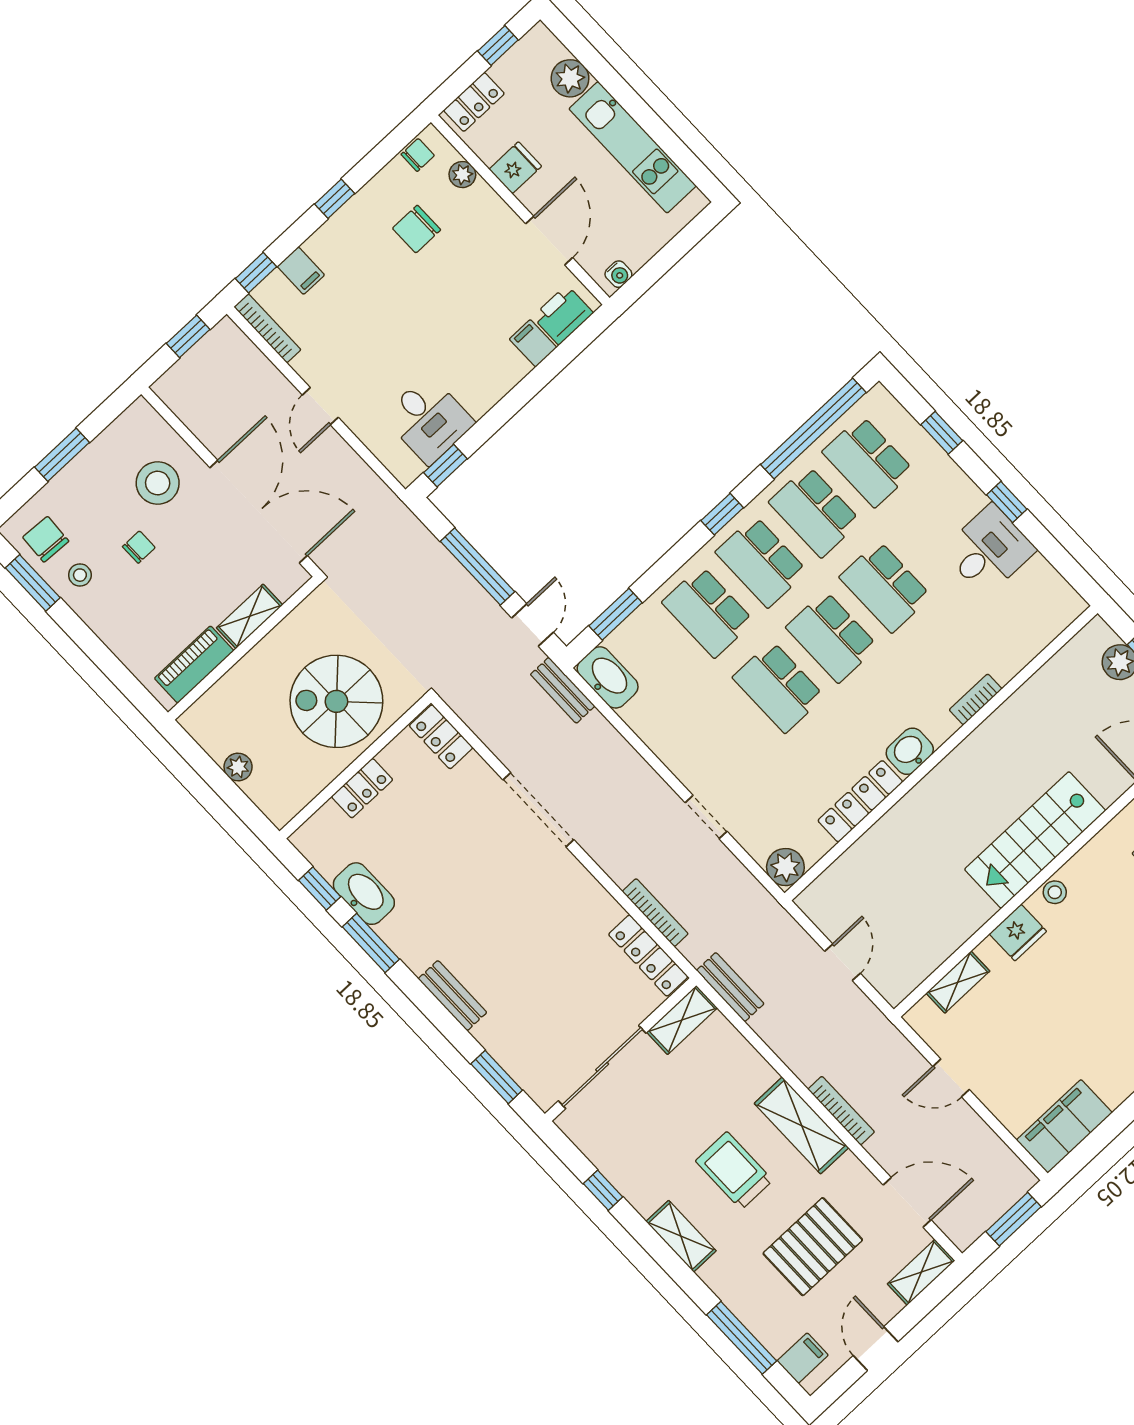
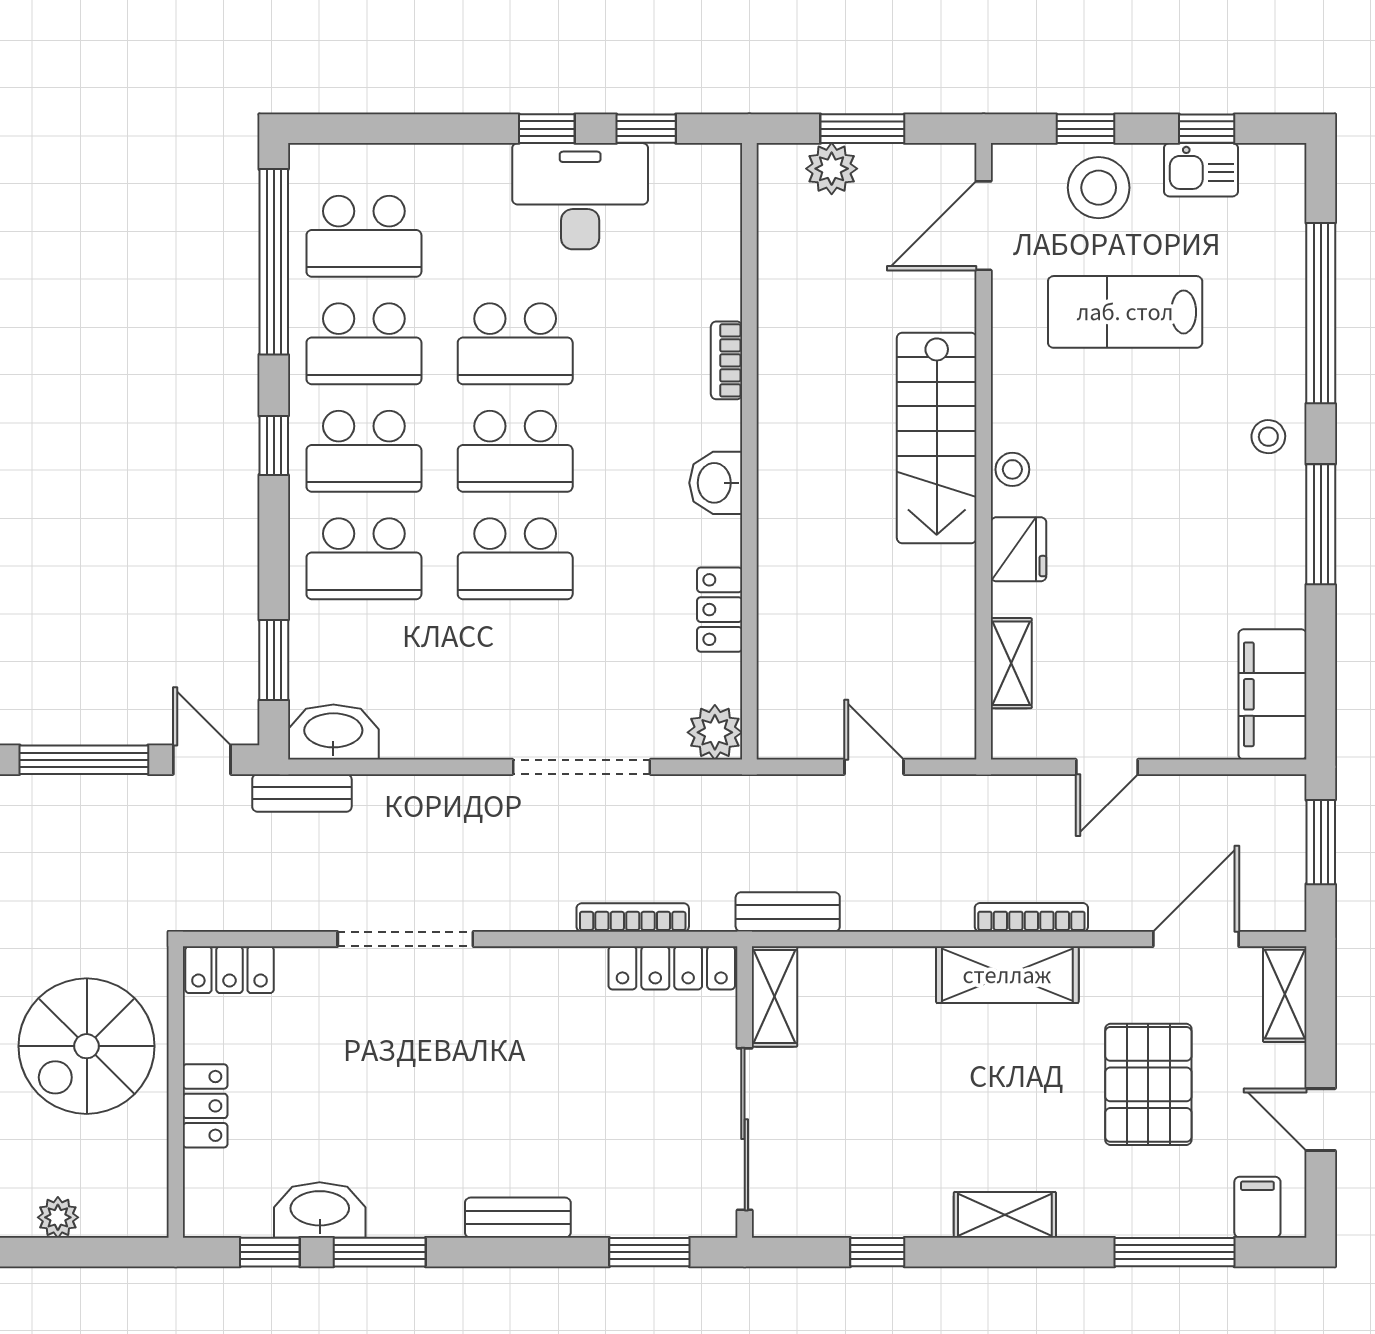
window: (942, 433) -> (646, 129), moved
desk: (989, 550) -> (580, 196), width x1.37
locker: (860, 801) -> (720, 610), width x0.66
doorway: (706, 817) -> (582, 767), width x1.87
trolley: (734, 1171) -> (988, 1092), removed

